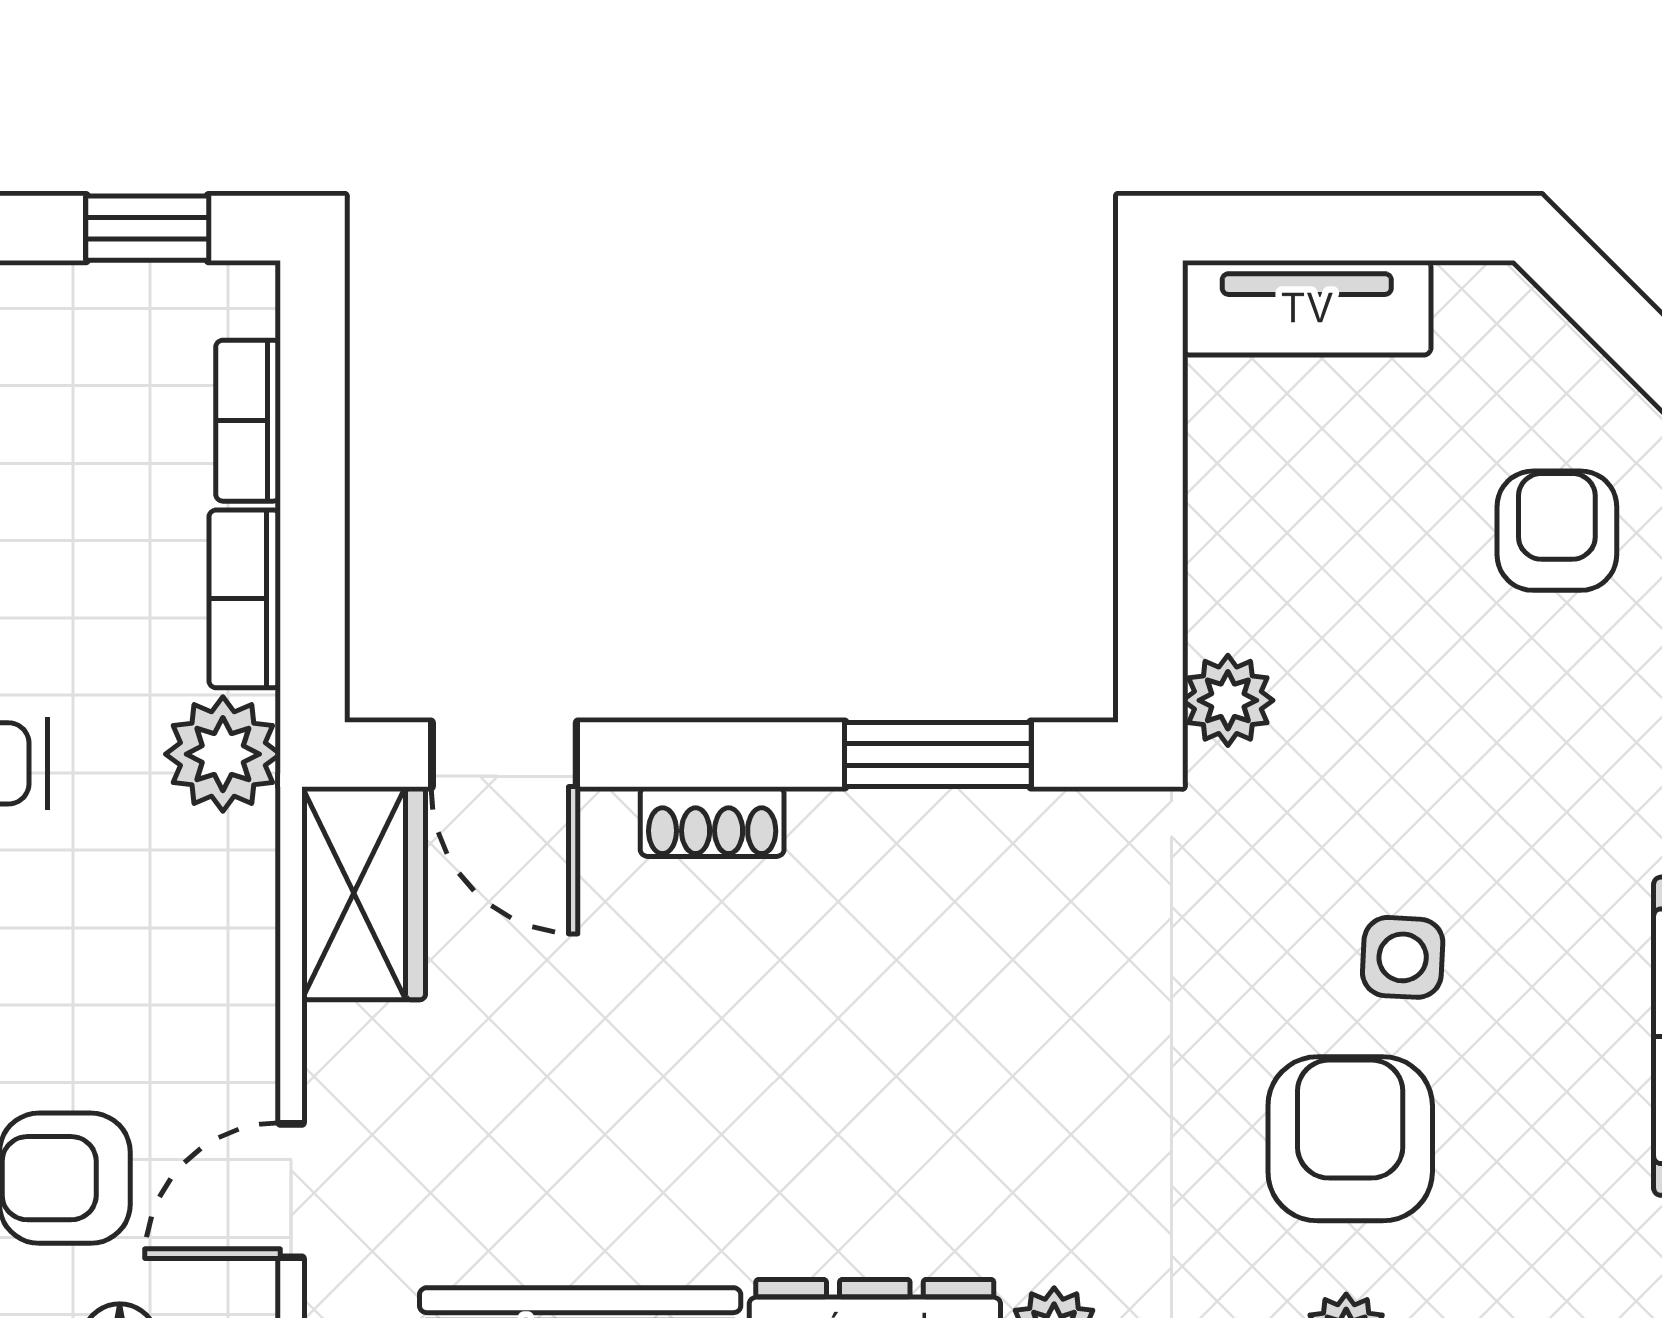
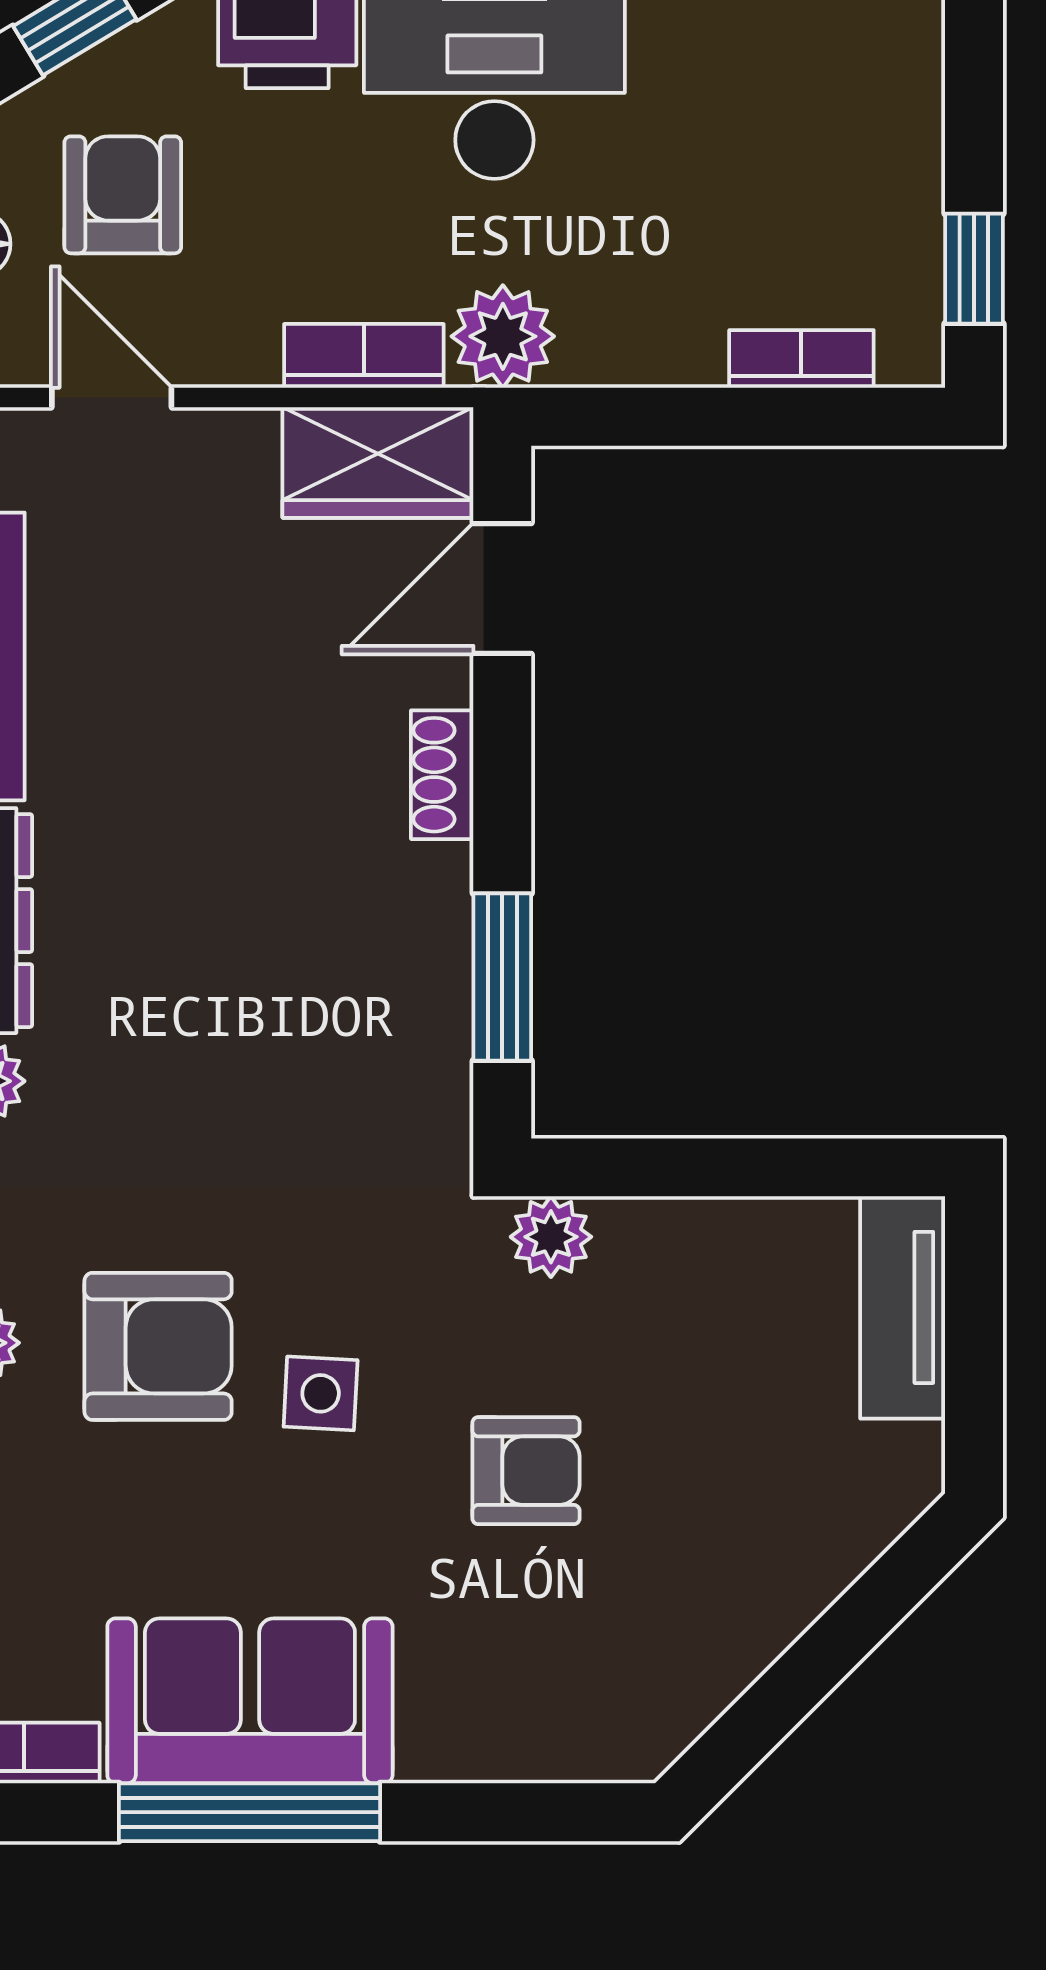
armchair: (1557, 531) -> (526, 1471), moved
bookcase: (245, 599) -> (364, 356), moved

